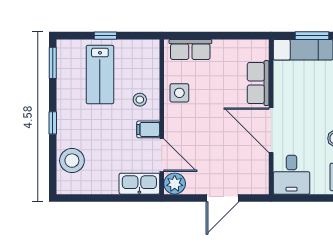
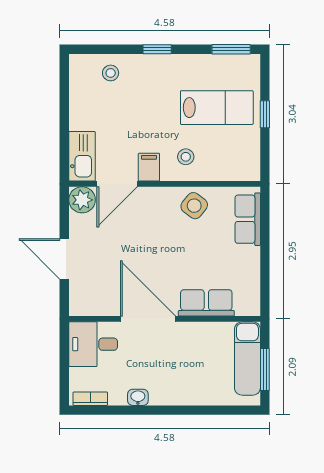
lab bench: (100, 75) -> (217, 108), turned 180
side table: (179, 93) -> (194, 206), turned 38
door: (271, 130) -> (148, 319), hinge flipped
stool: (72, 161) -> (111, 73), width x0.53, depth x0.53

